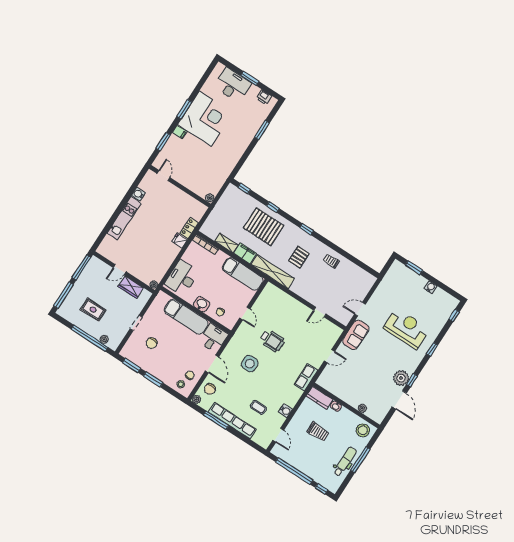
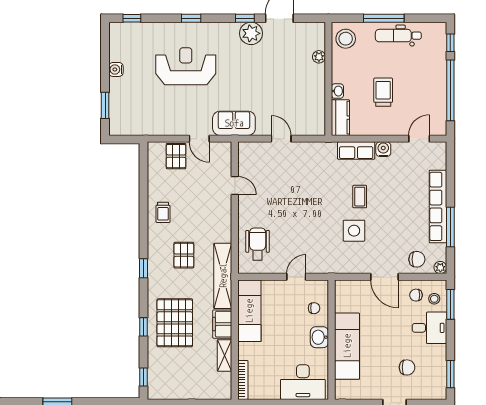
pallet: (299, 257) -> (184, 255), turned 90
pallet: (359, 289) -> (176, 156), added
reception desk: (406, 328) -> (186, 66), turned 90
desk: (213, 338) -> (429, 328), moved, turned 180
wheelchair: (272, 341) -> (258, 244), moved
door: (212, 364) -> (384, 277), swing flipped
row of seats: (306, 377) -> (356, 151), moved
window: (153, 379) -> (450, 304), moved
coffee table: (258, 407) -> (360, 197), moved

